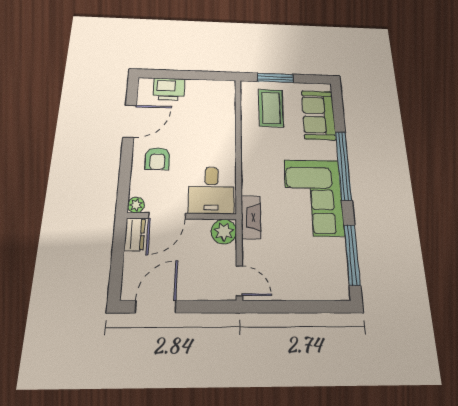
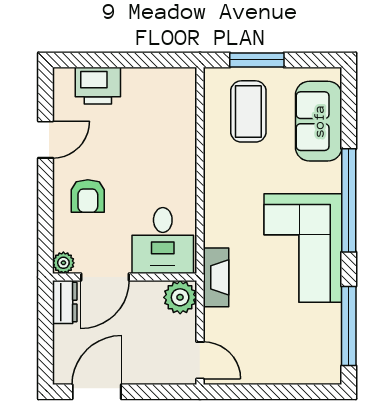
door: (130, 121) -> (45, 140), width x0.73

